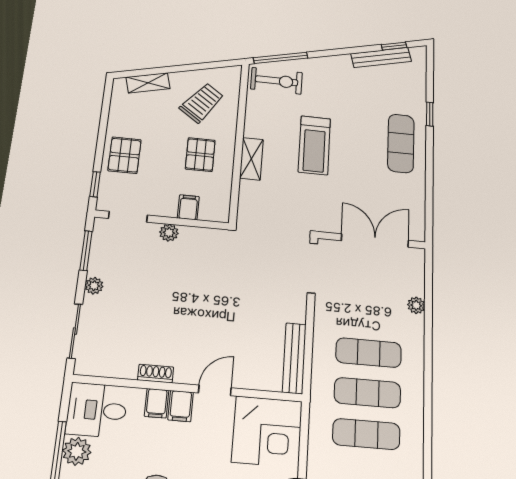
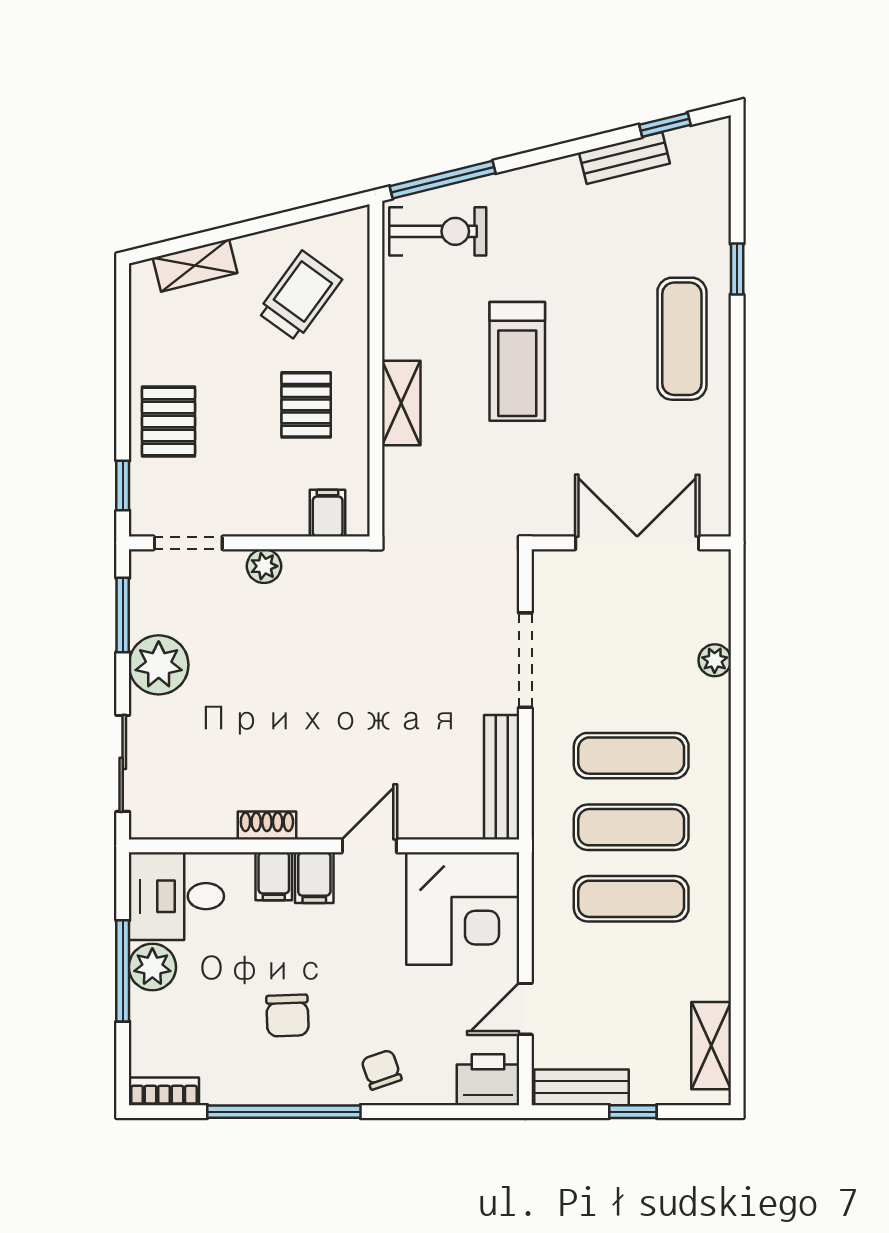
bench: (381, 58) -> (624, 158), width x0.73
filing cabinet: (188, 207) -> (328, 513), moved
doorway: (312, 268) -> (525, 660), moved
plant: (94, 286) -> (159, 665), width x1.88, depth x1.88

